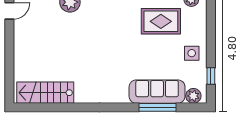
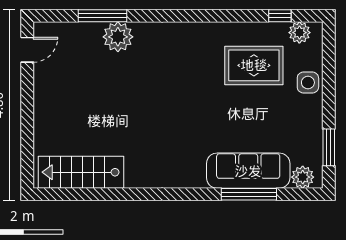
side table: (192, 53) -> (308, 83), moved
window: (211, 76) -> (329, 147), width x1.50

